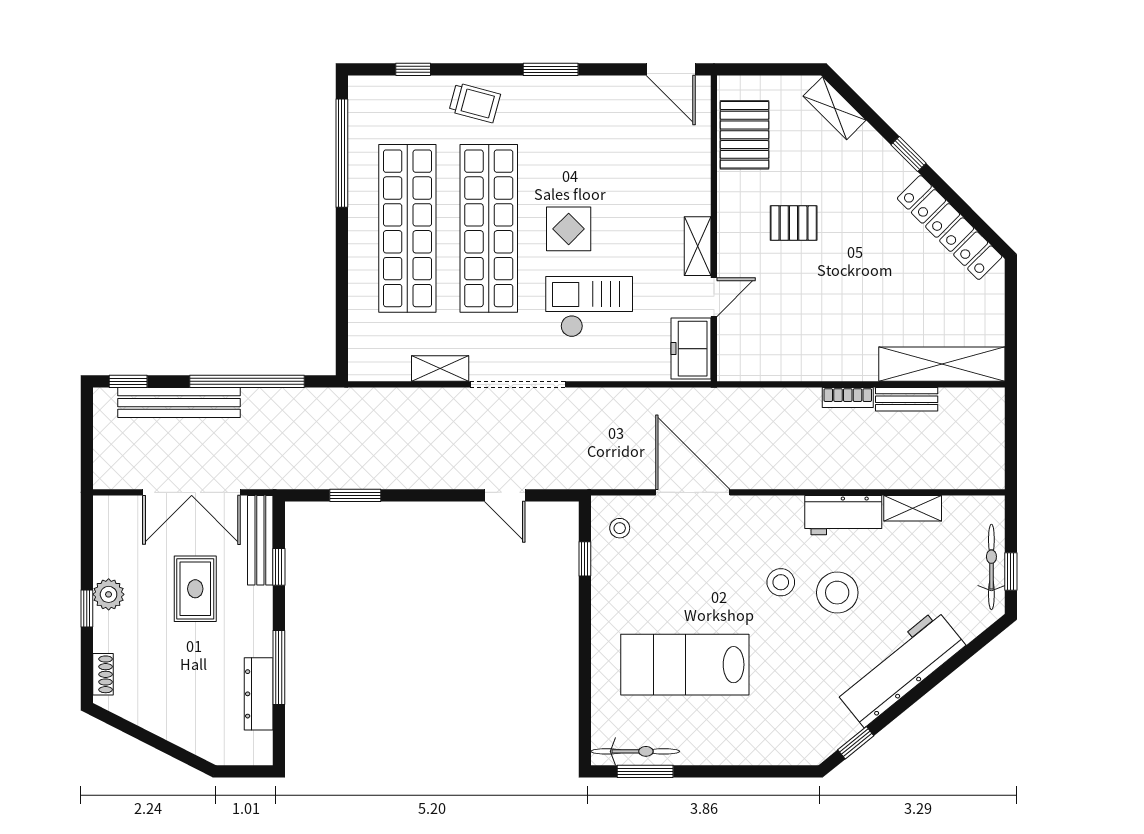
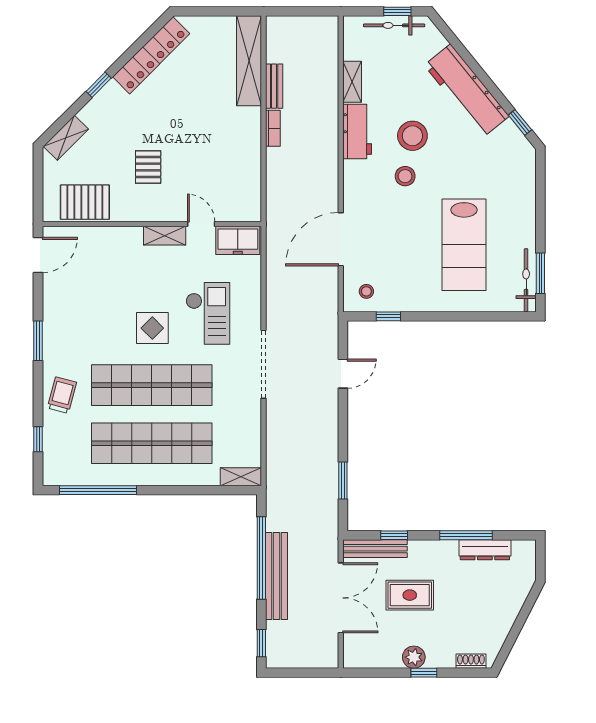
checkout: (589, 307) -> (208, 313), turned 180
shelving: (440, 368) -> (241, 477), moved, turned 90
bench: (179, 403) -> (276, 576), moved

